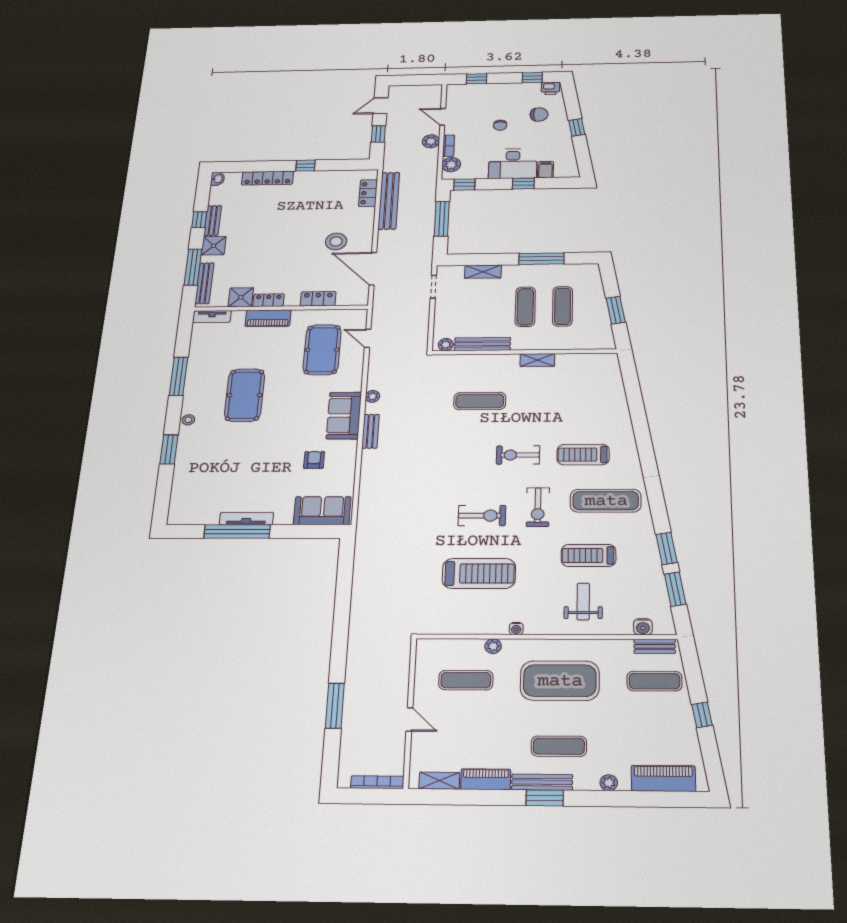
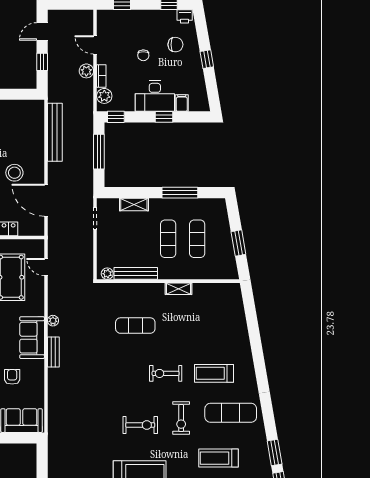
locker: (368, 193) -> (37, 124), removed

